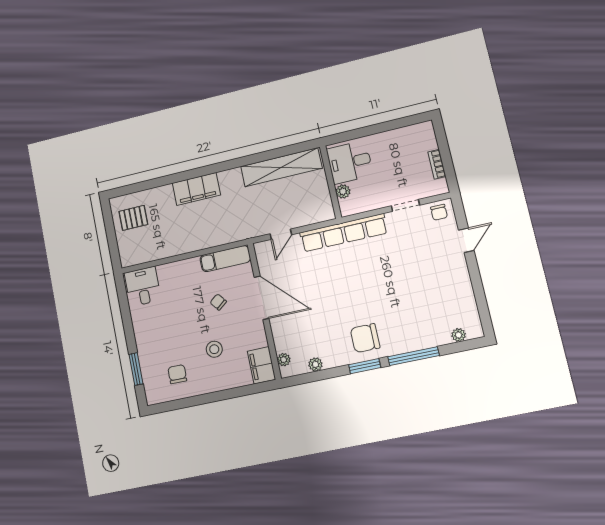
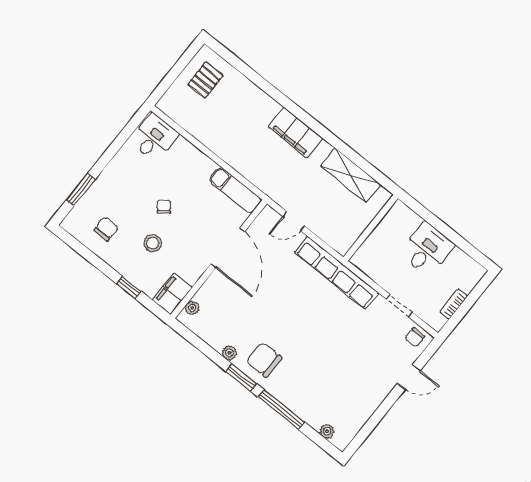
desk: (350, 162) -> (427, 249), moved, turned 90
shelving: (281, 167) -> (351, 175), width x0.68
filing cabinet: (196, 189) -> (295, 133), moved
plant: (343, 191) -> (371, 245), removed
pallet: (133, 218) -> (206, 80), turned 90
chair: (218, 302) -> (164, 207), moved
plant: (315, 364) -> (229, 353), moved
window: (231, 393) -> (129, 287), added

